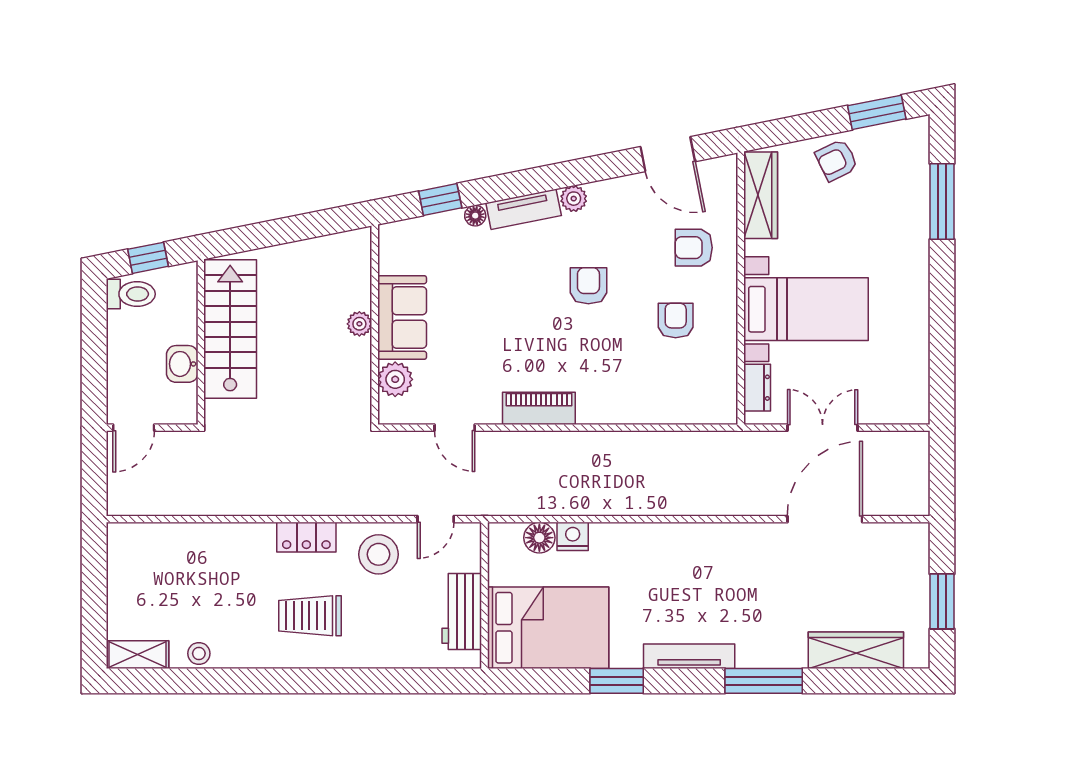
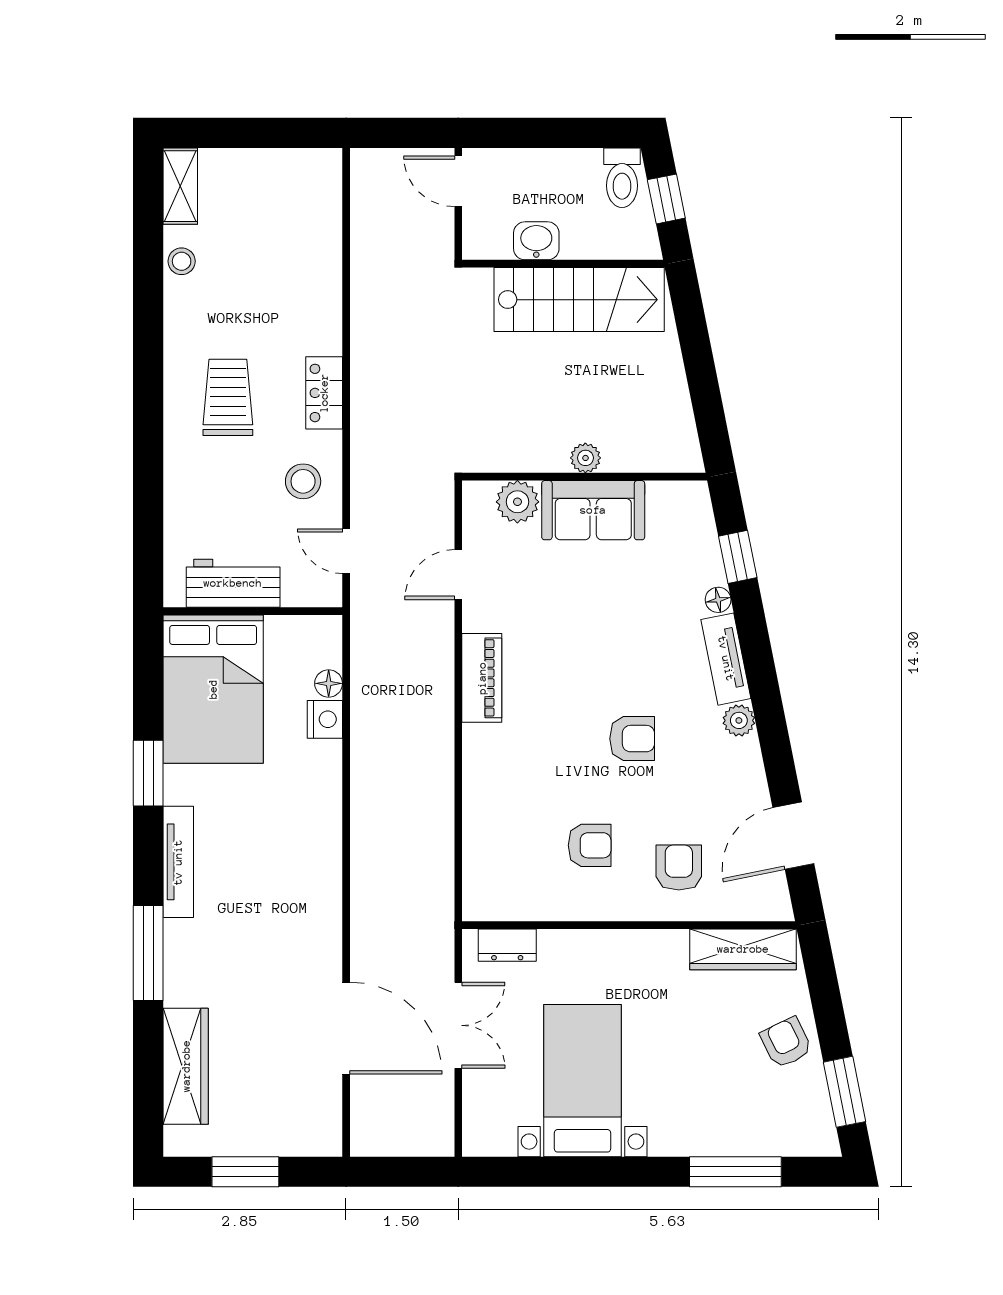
bed with nightstands: (806, 309) -> (582, 1081), moved, turned 180
floor lamp: (539, 538) -> (329, 683), width x0.73, depth x0.73
stool: (379, 554) -> (303, 481), width x0.73, depth x0.73

